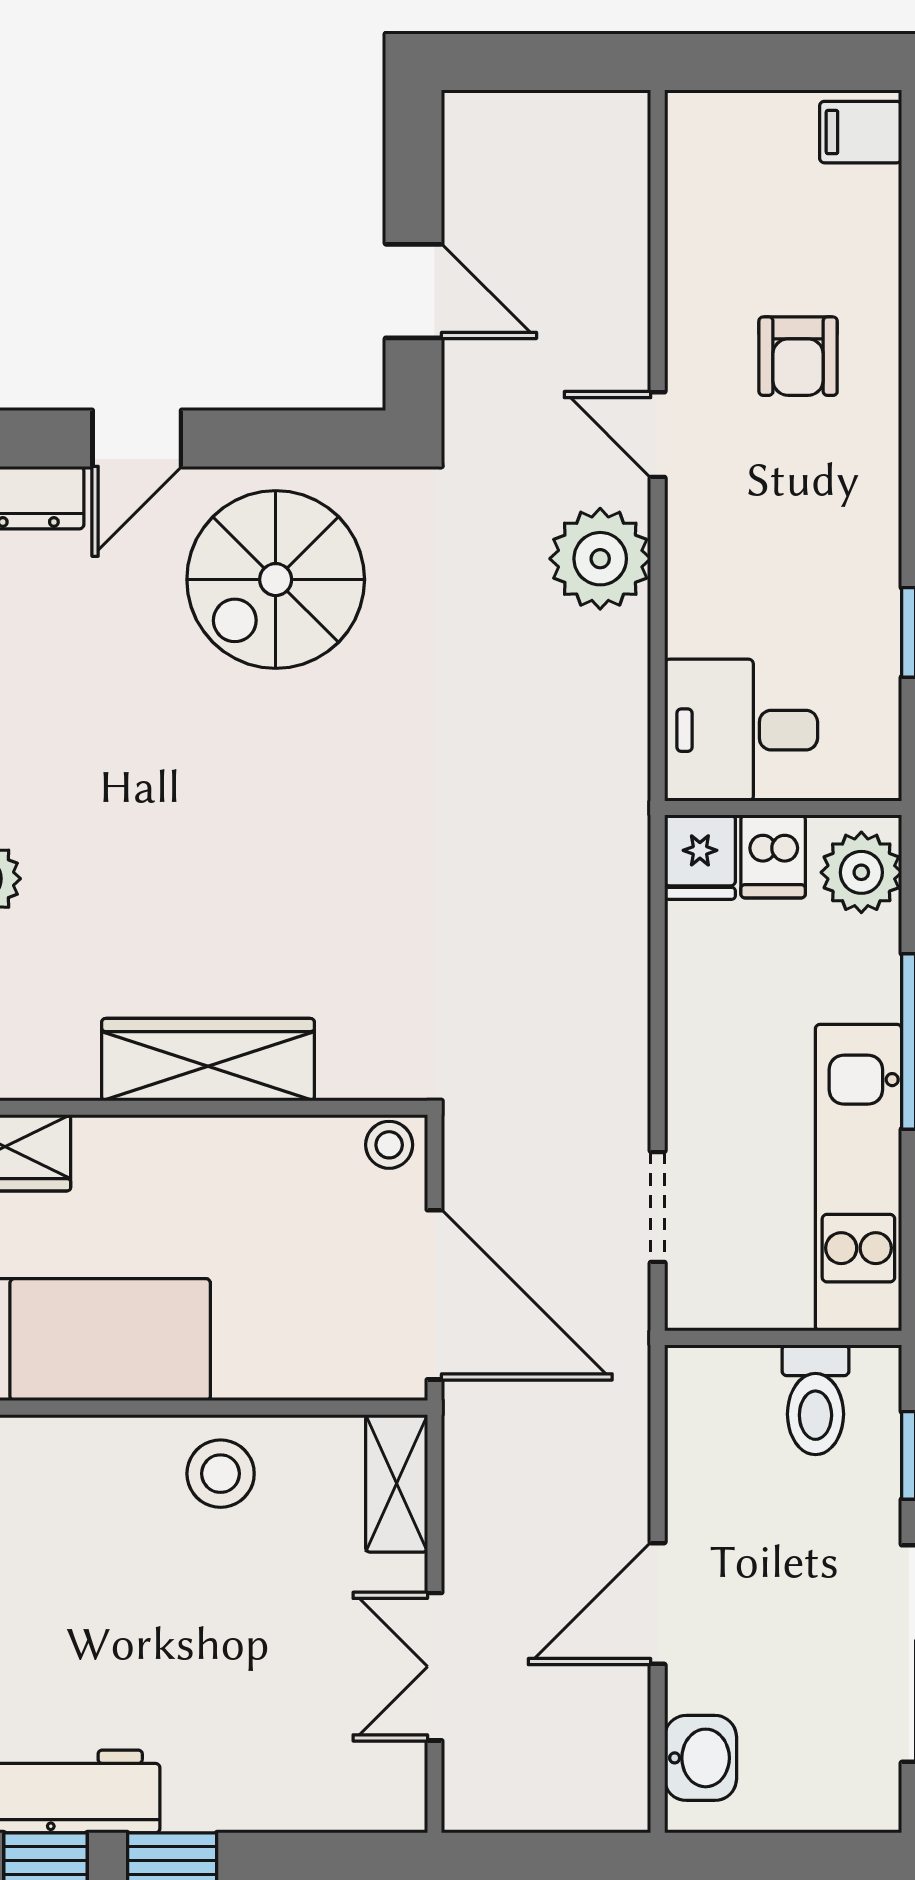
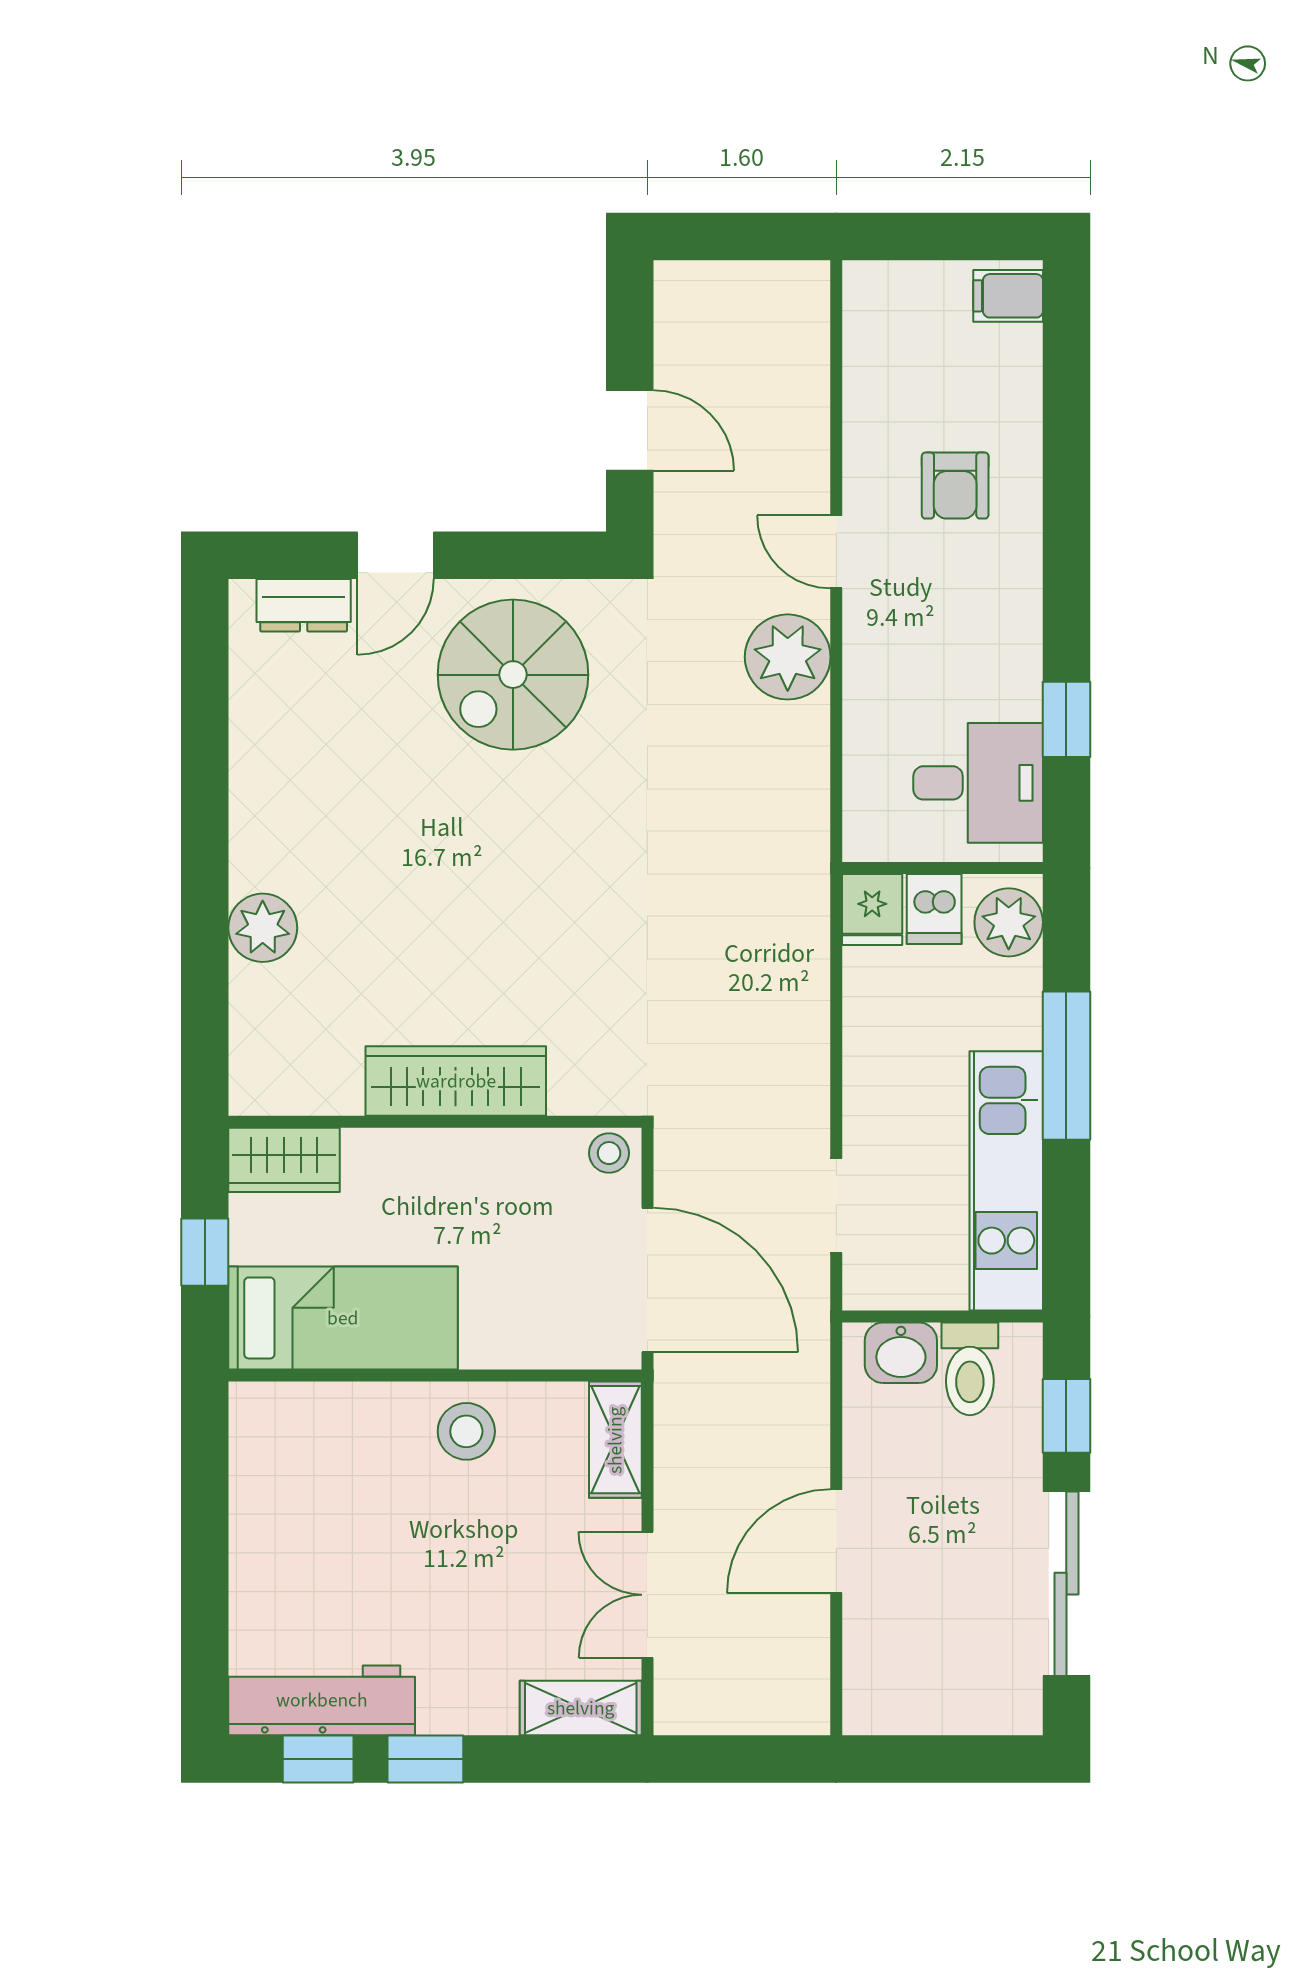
desk: (741, 730) -> (978, 783), moved, turned 180
washbasin: (701, 1758) -> (901, 1353), moved, turned 90
shelving: (356, 1801) -> (581, 1708), added

